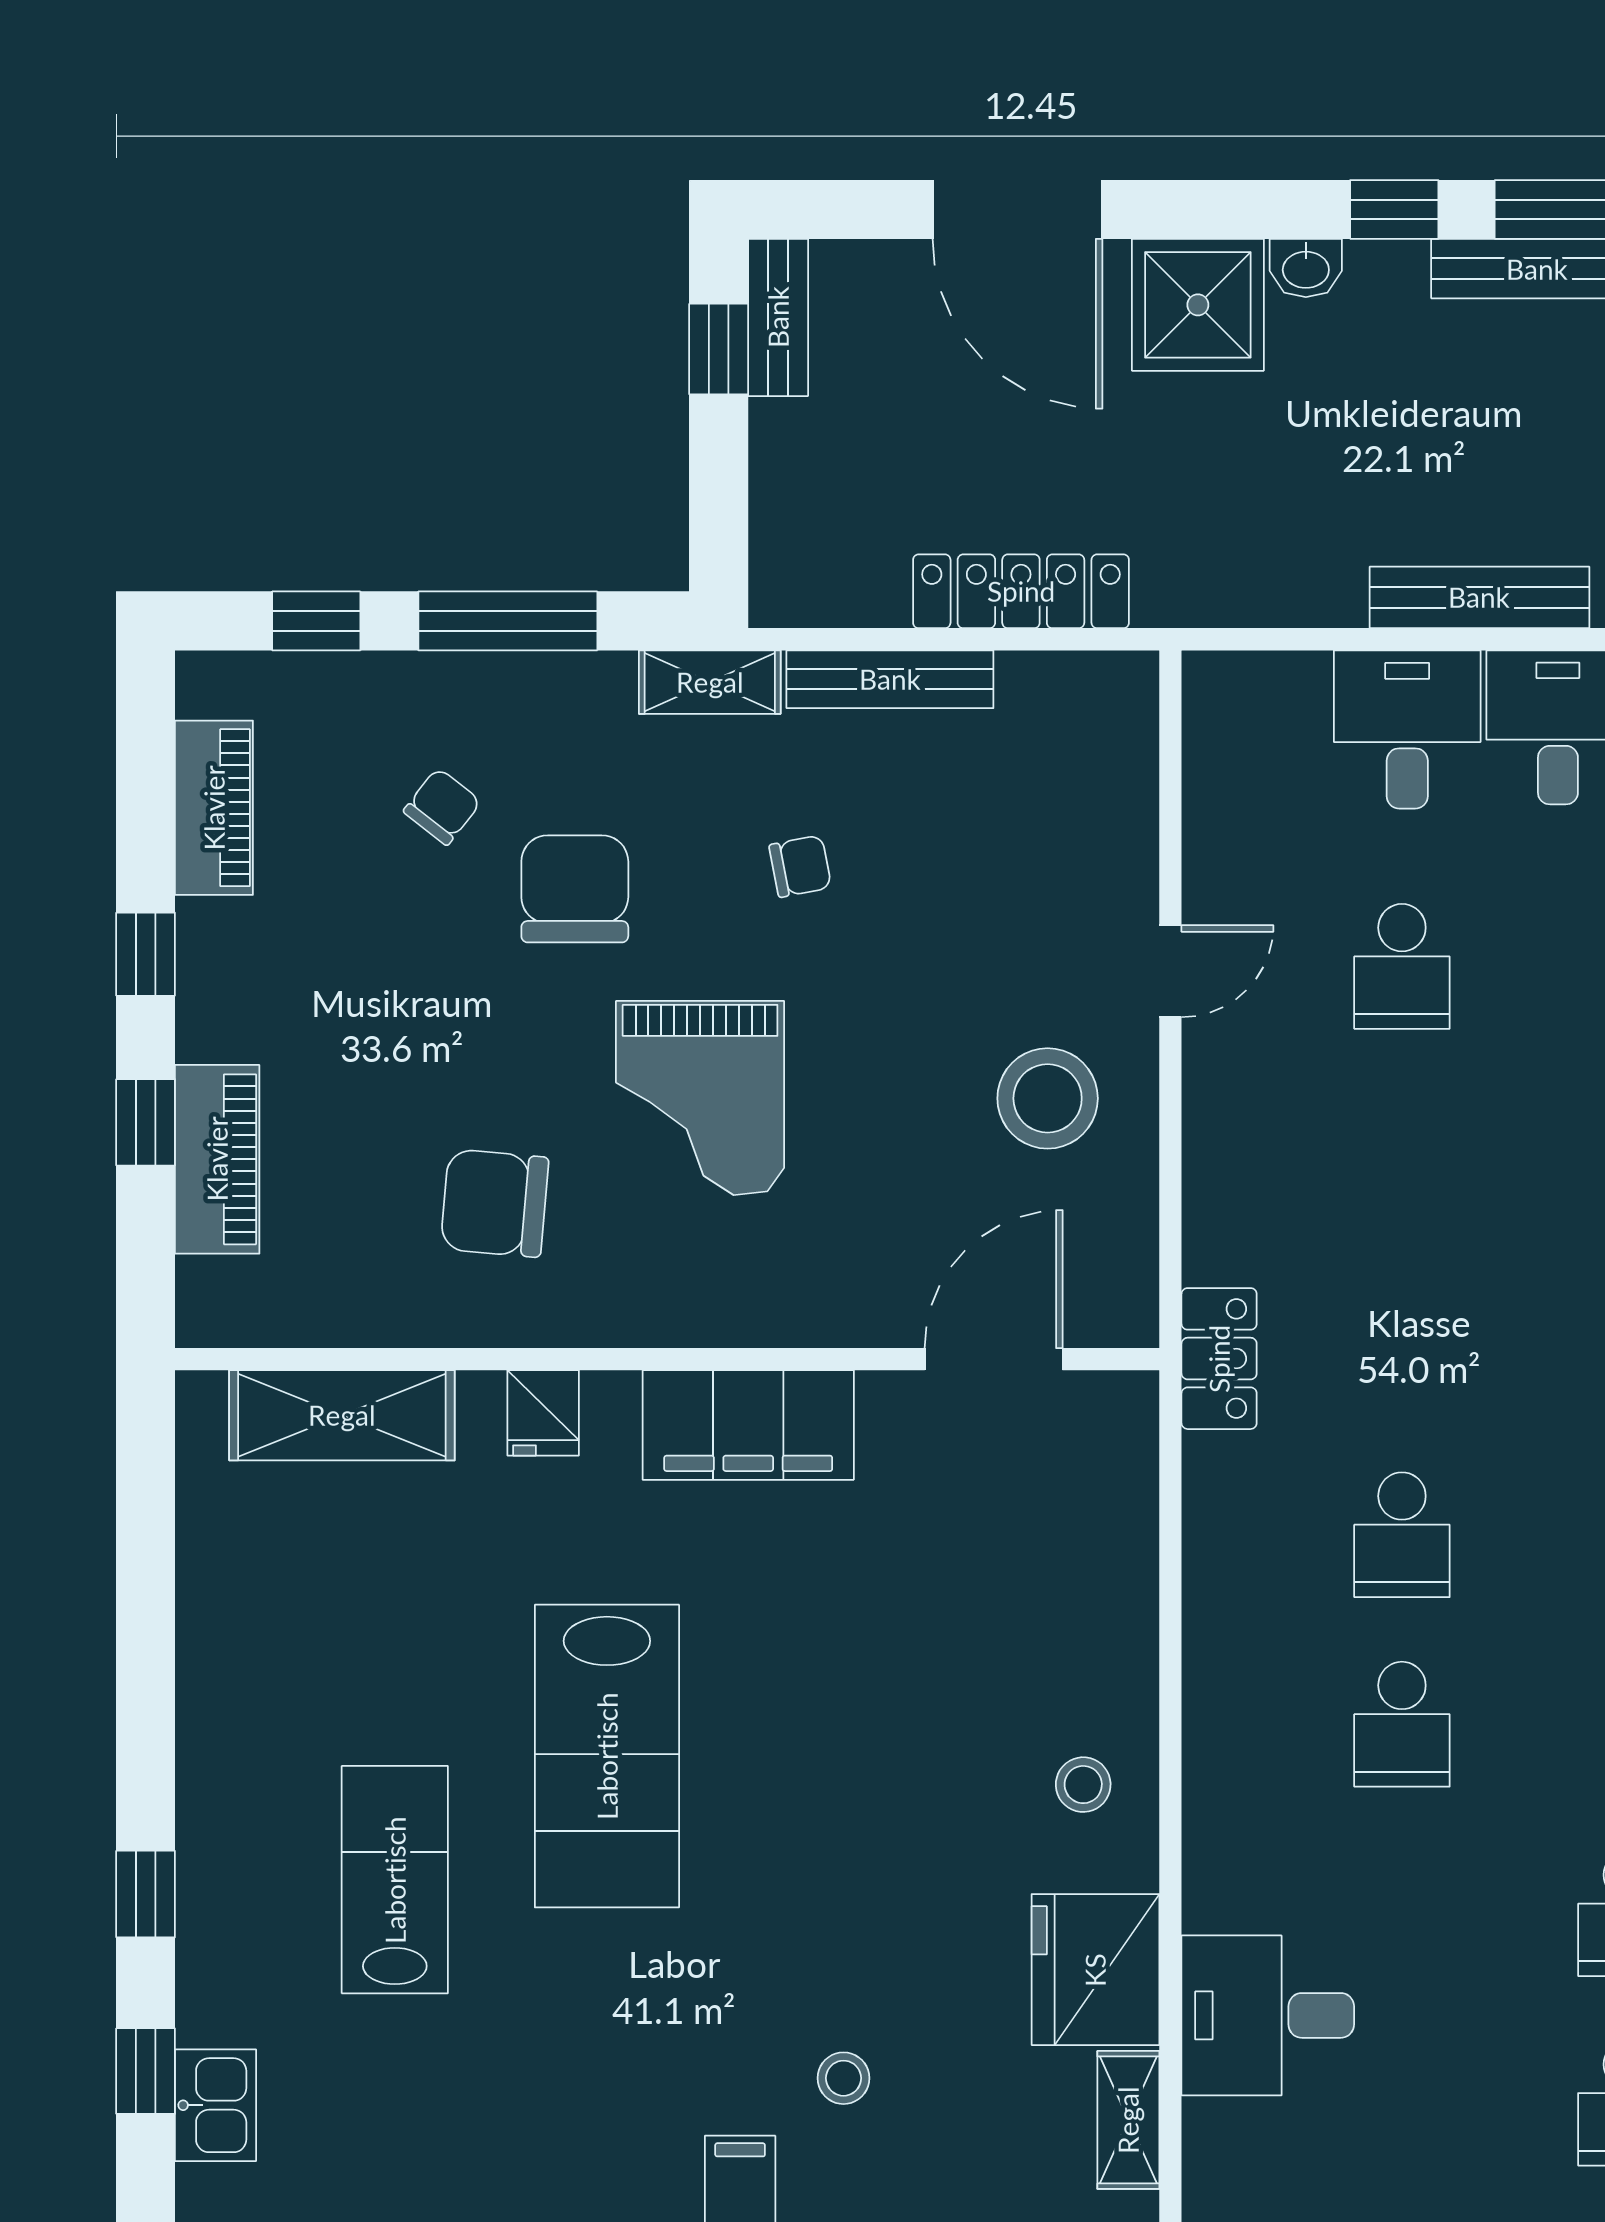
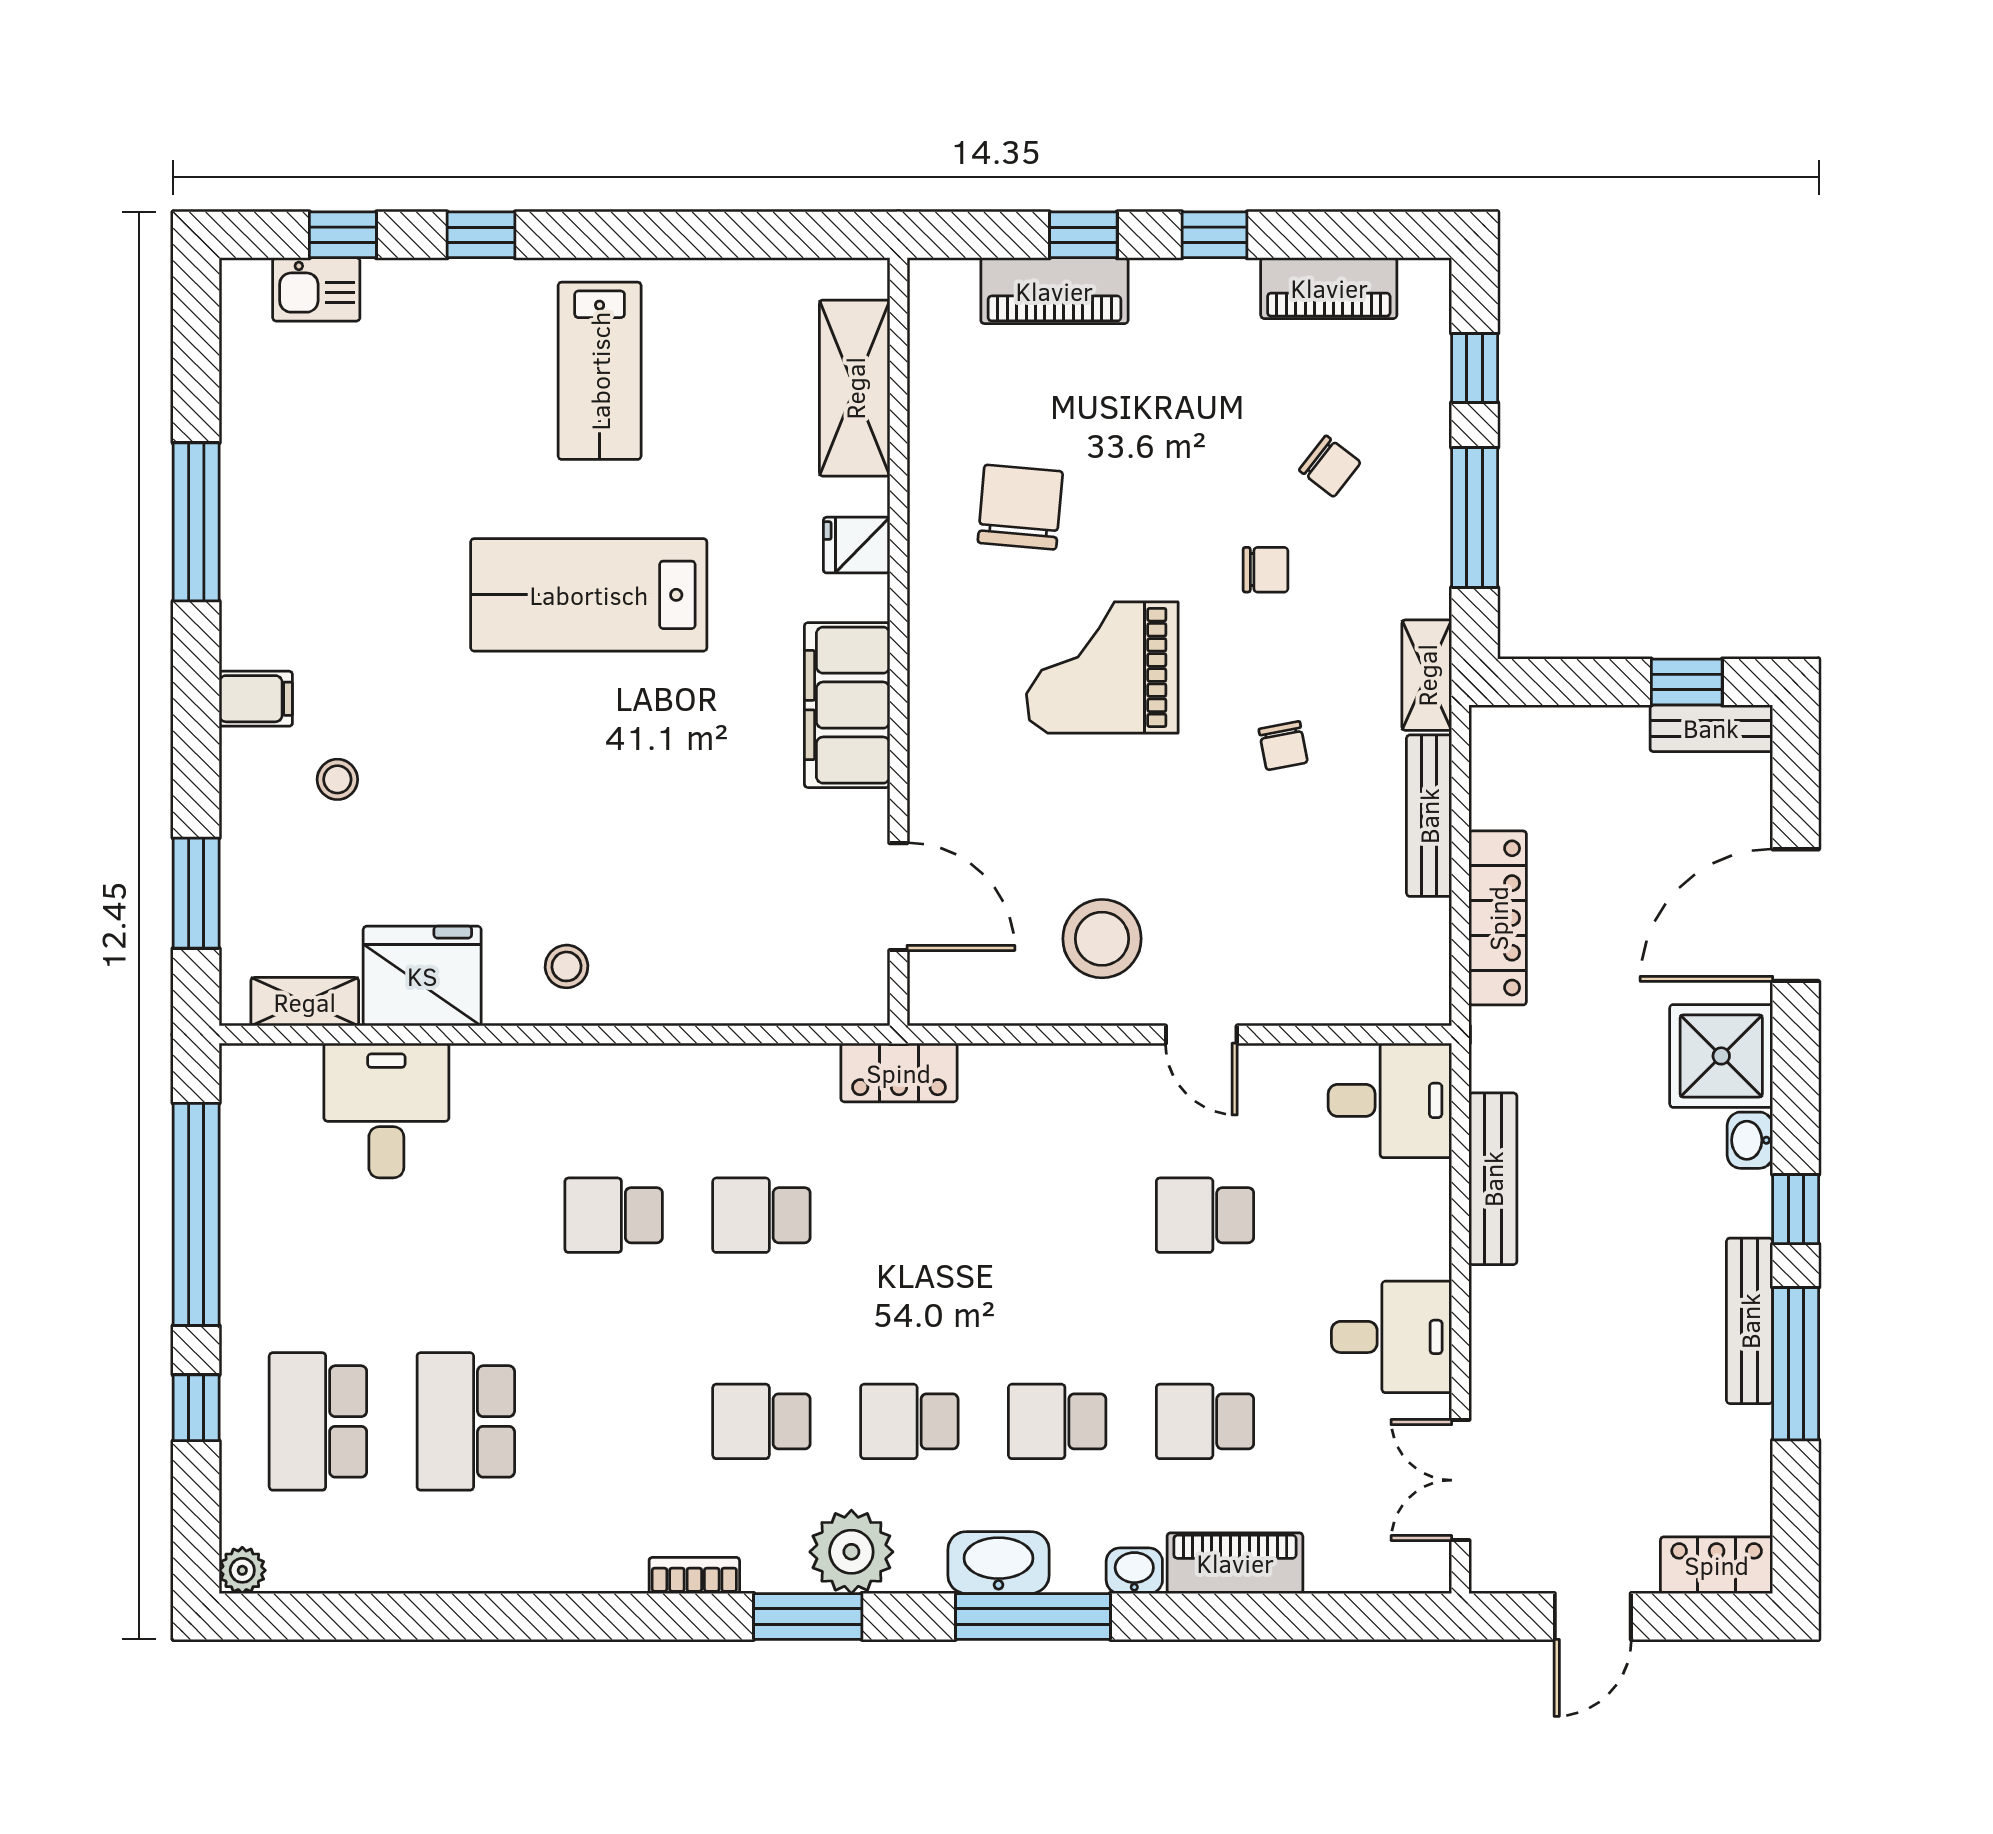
bench: (1479, 597) -> (1493, 1179), moved
desk: (1407, 729) -> (1390, 1100), moved
chair: (575, 889) -> (1265, 570), width x0.54, depth x0.54
lab bench: (395, 1880) -> (600, 371), moved, turned 90

